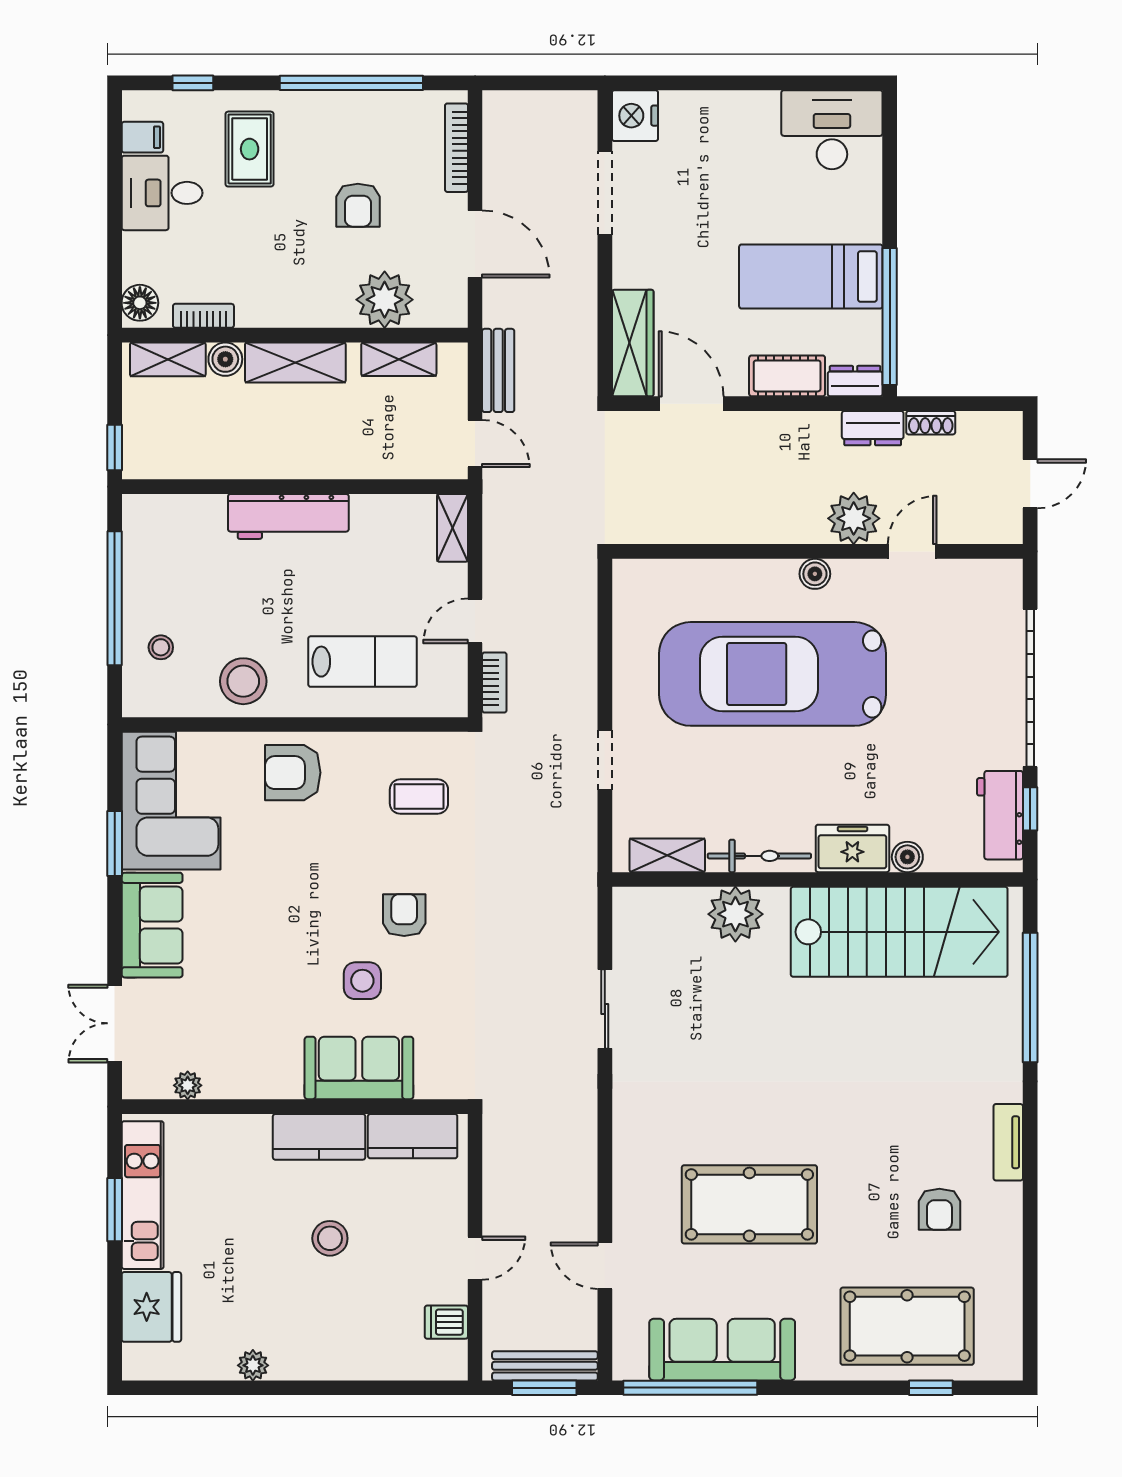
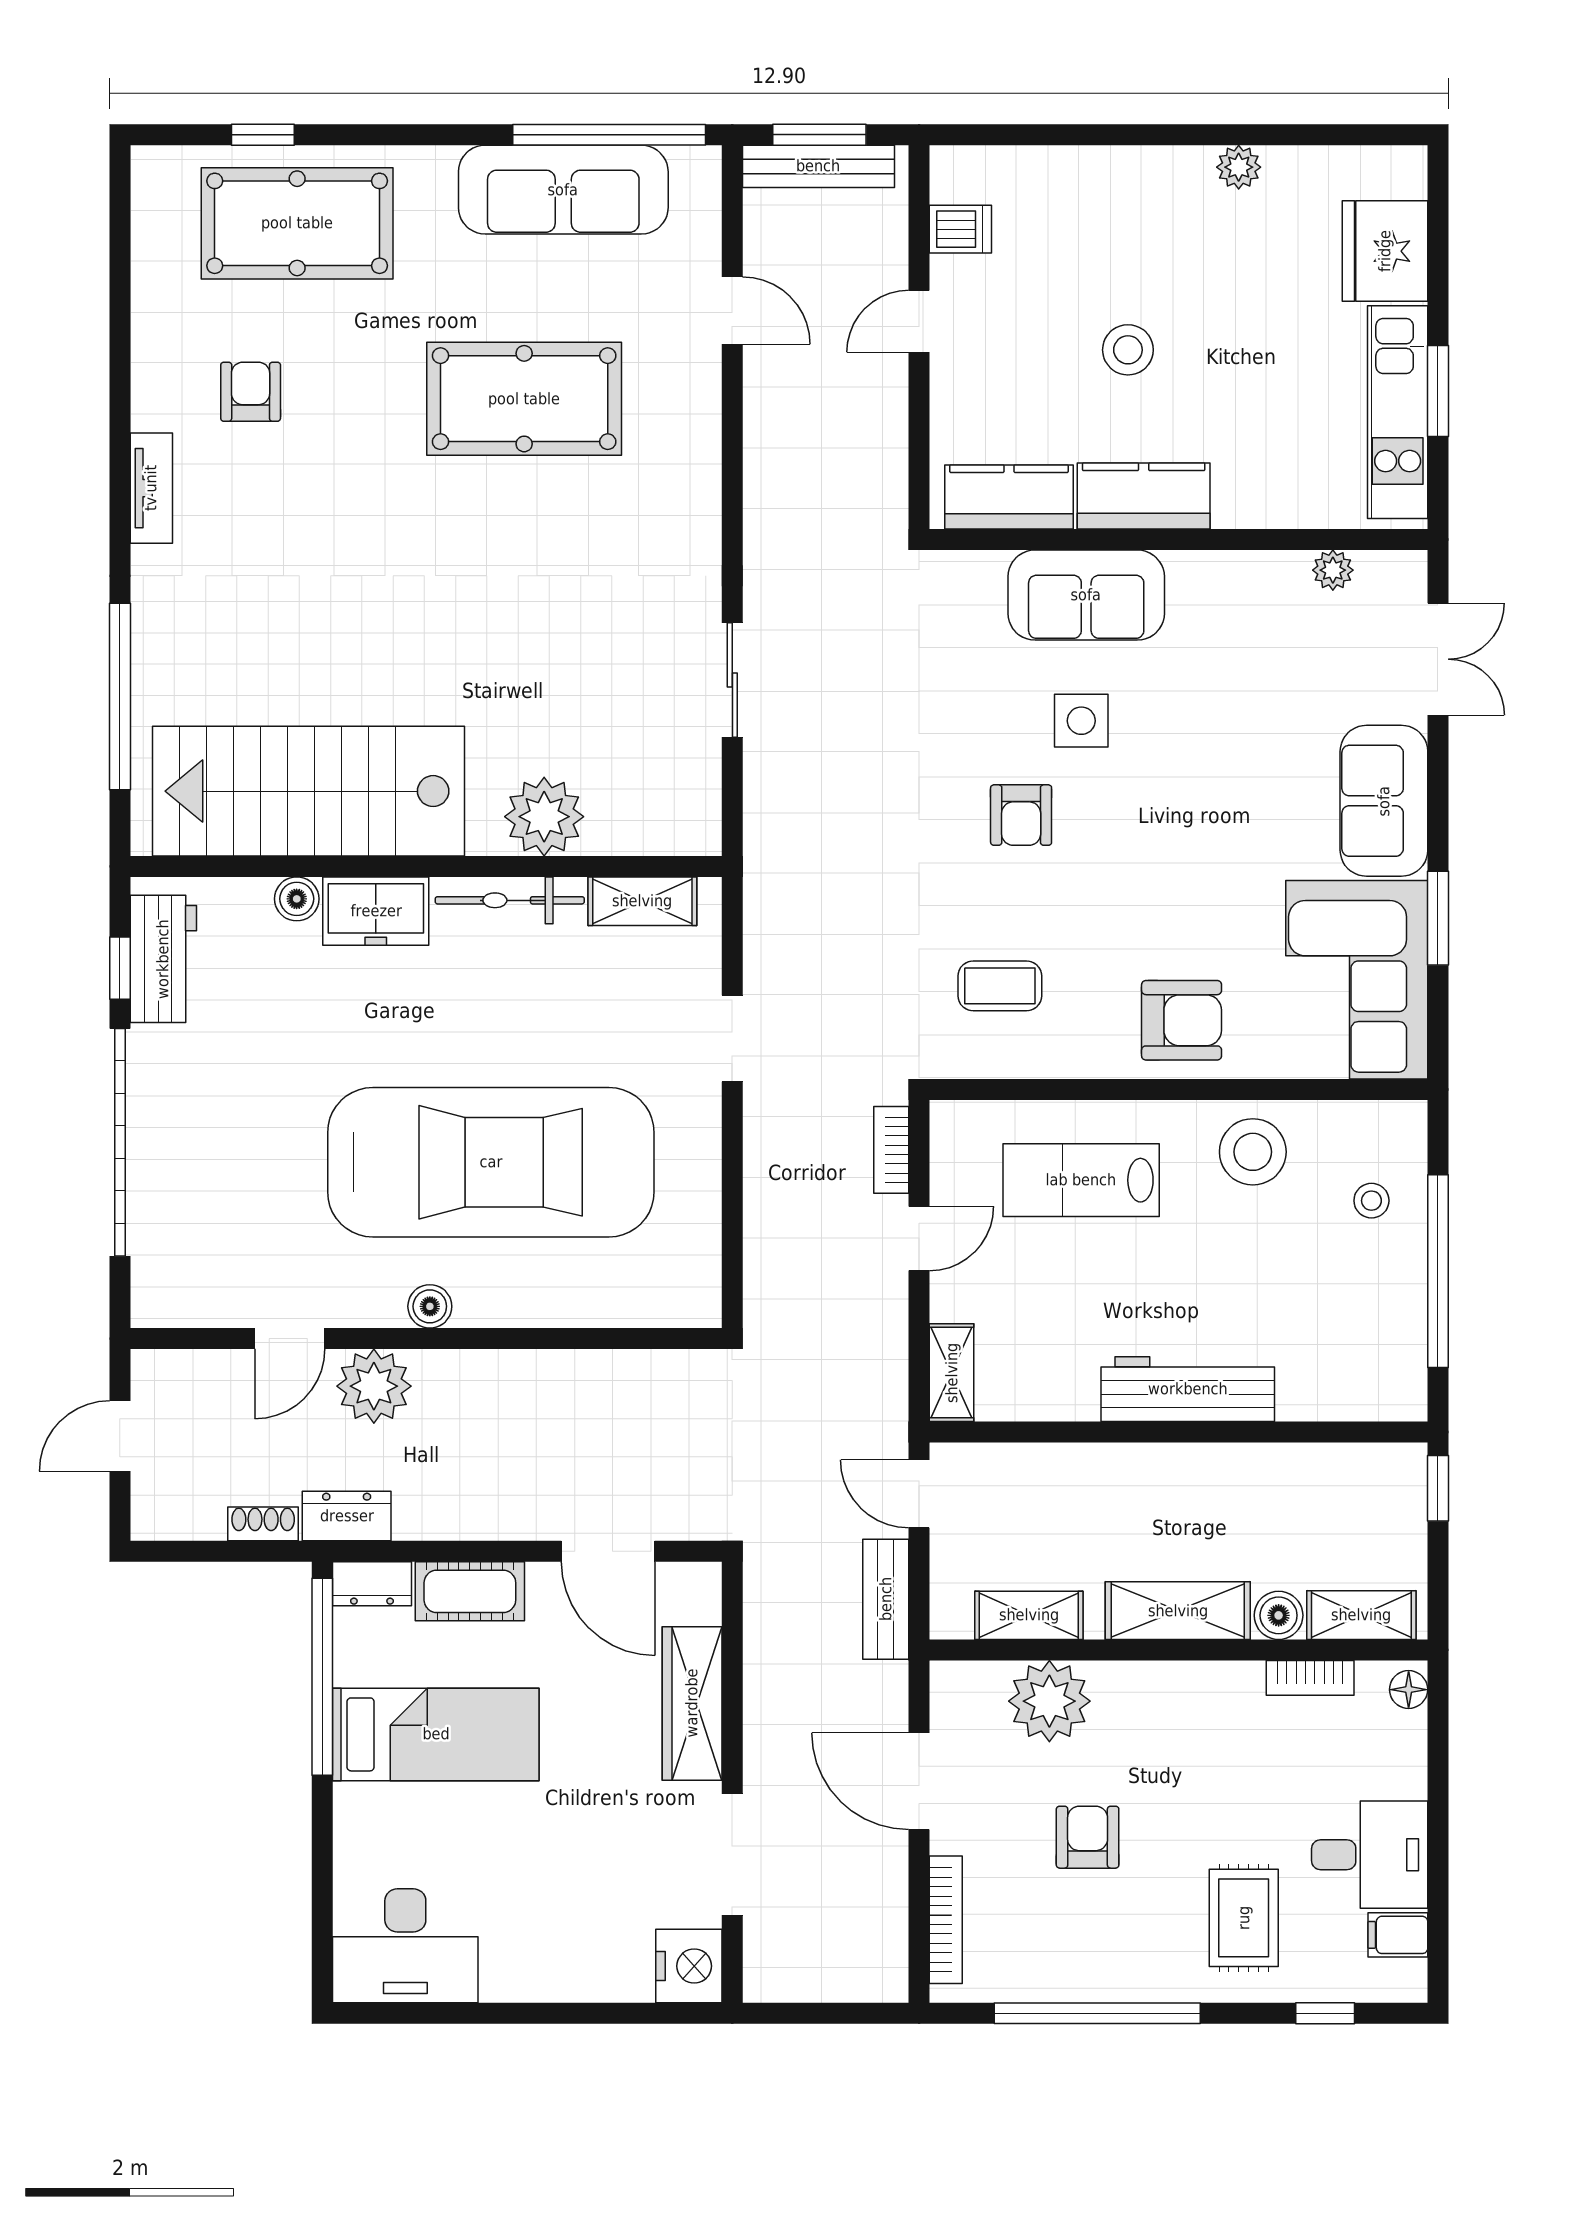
floor lamp: (140, 303) -> (1409, 1690), width x0.73, depth x0.73
wardrobe: (633, 343) -> (692, 1703), moved

